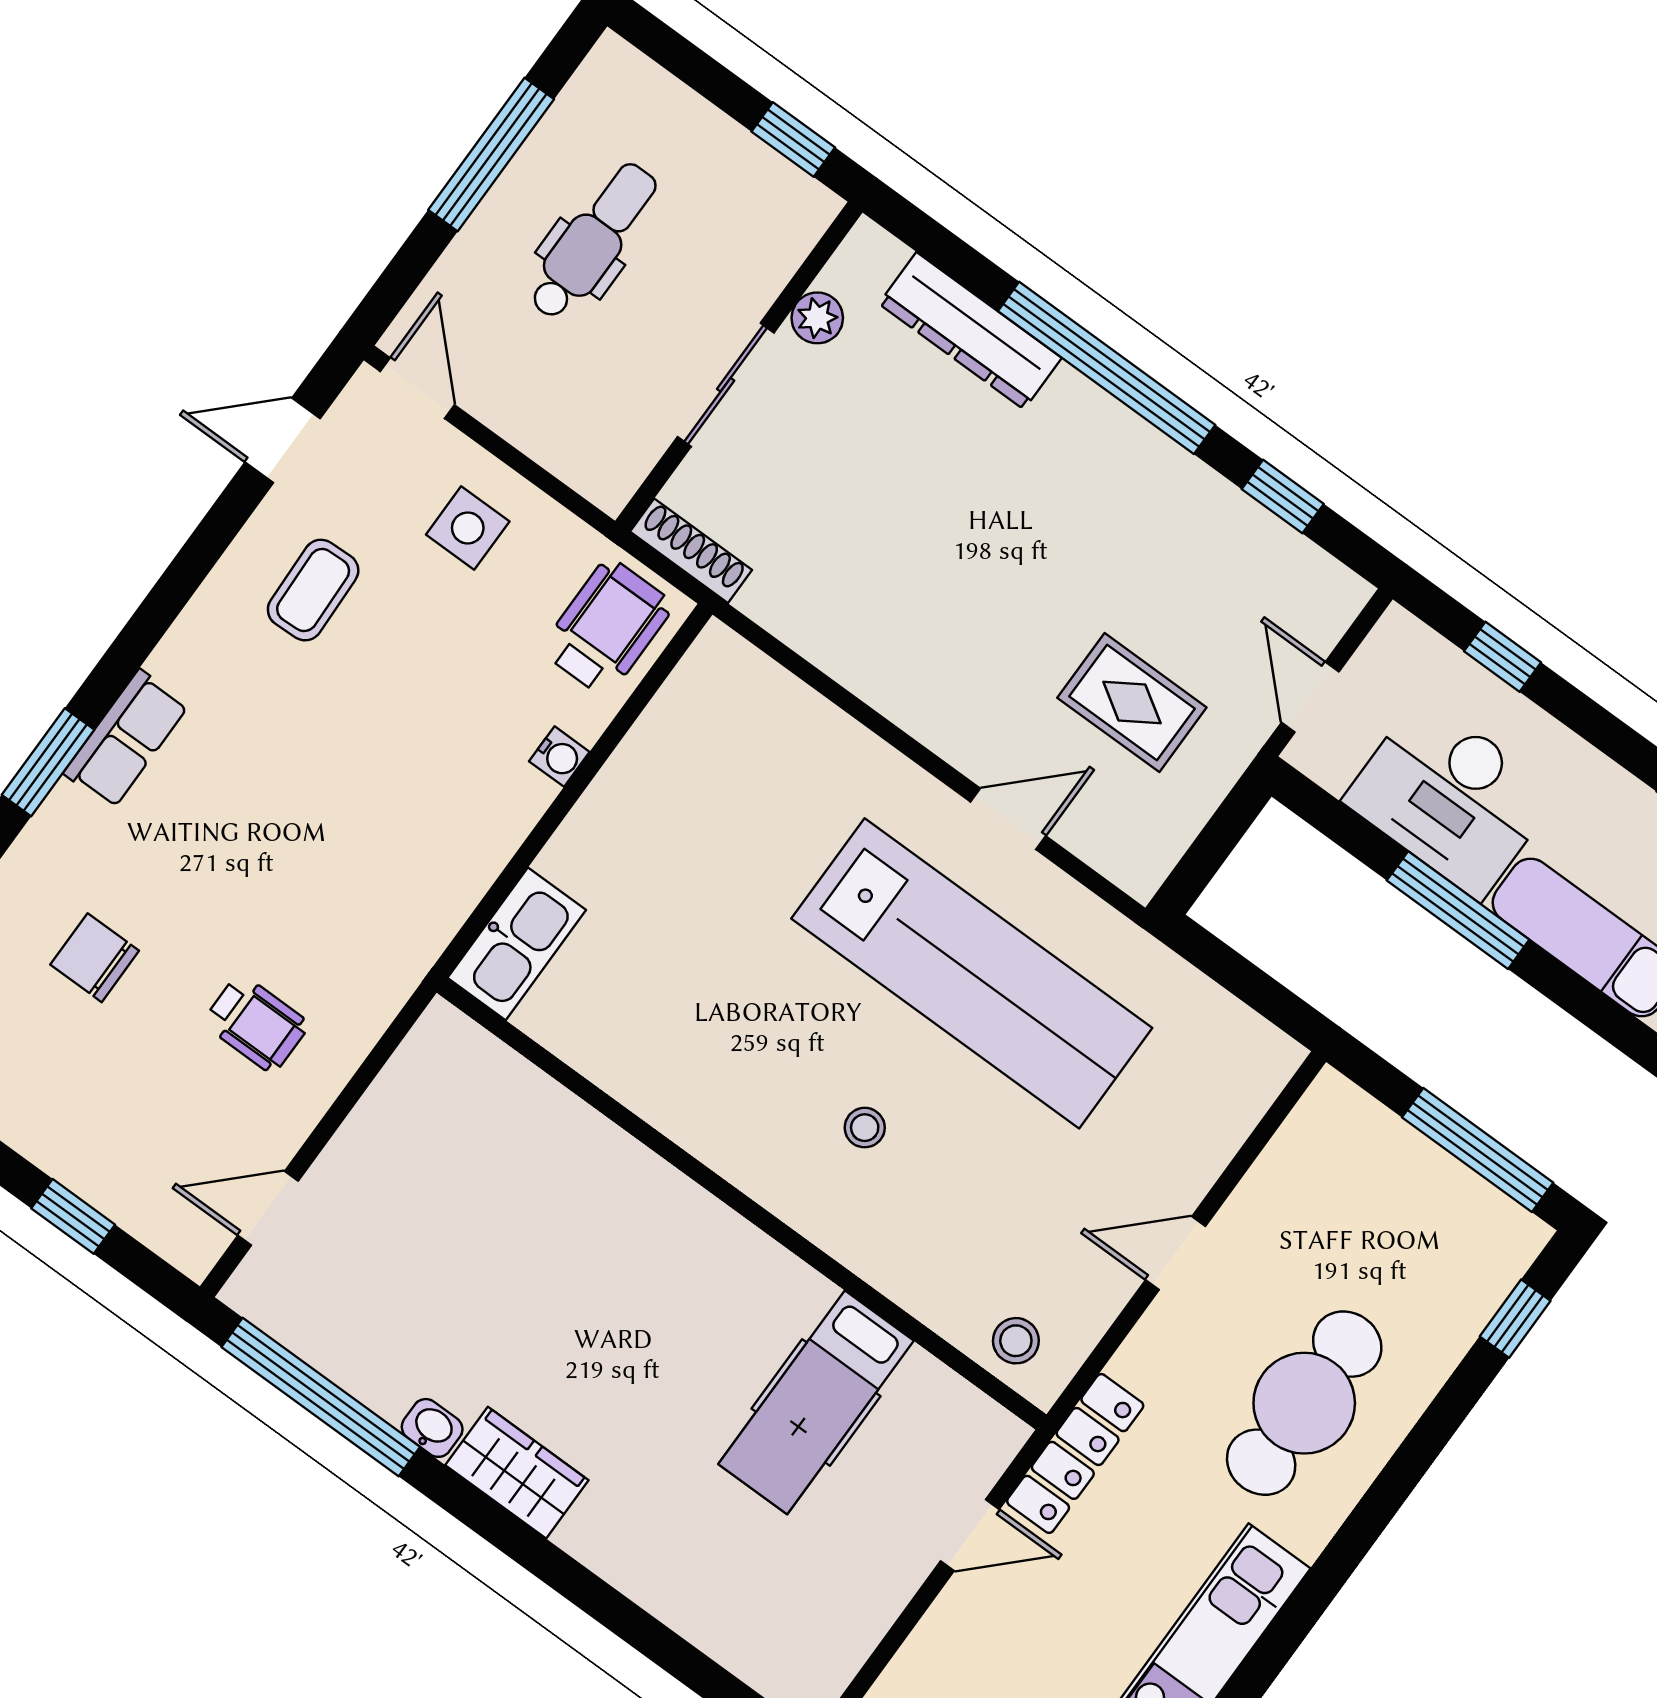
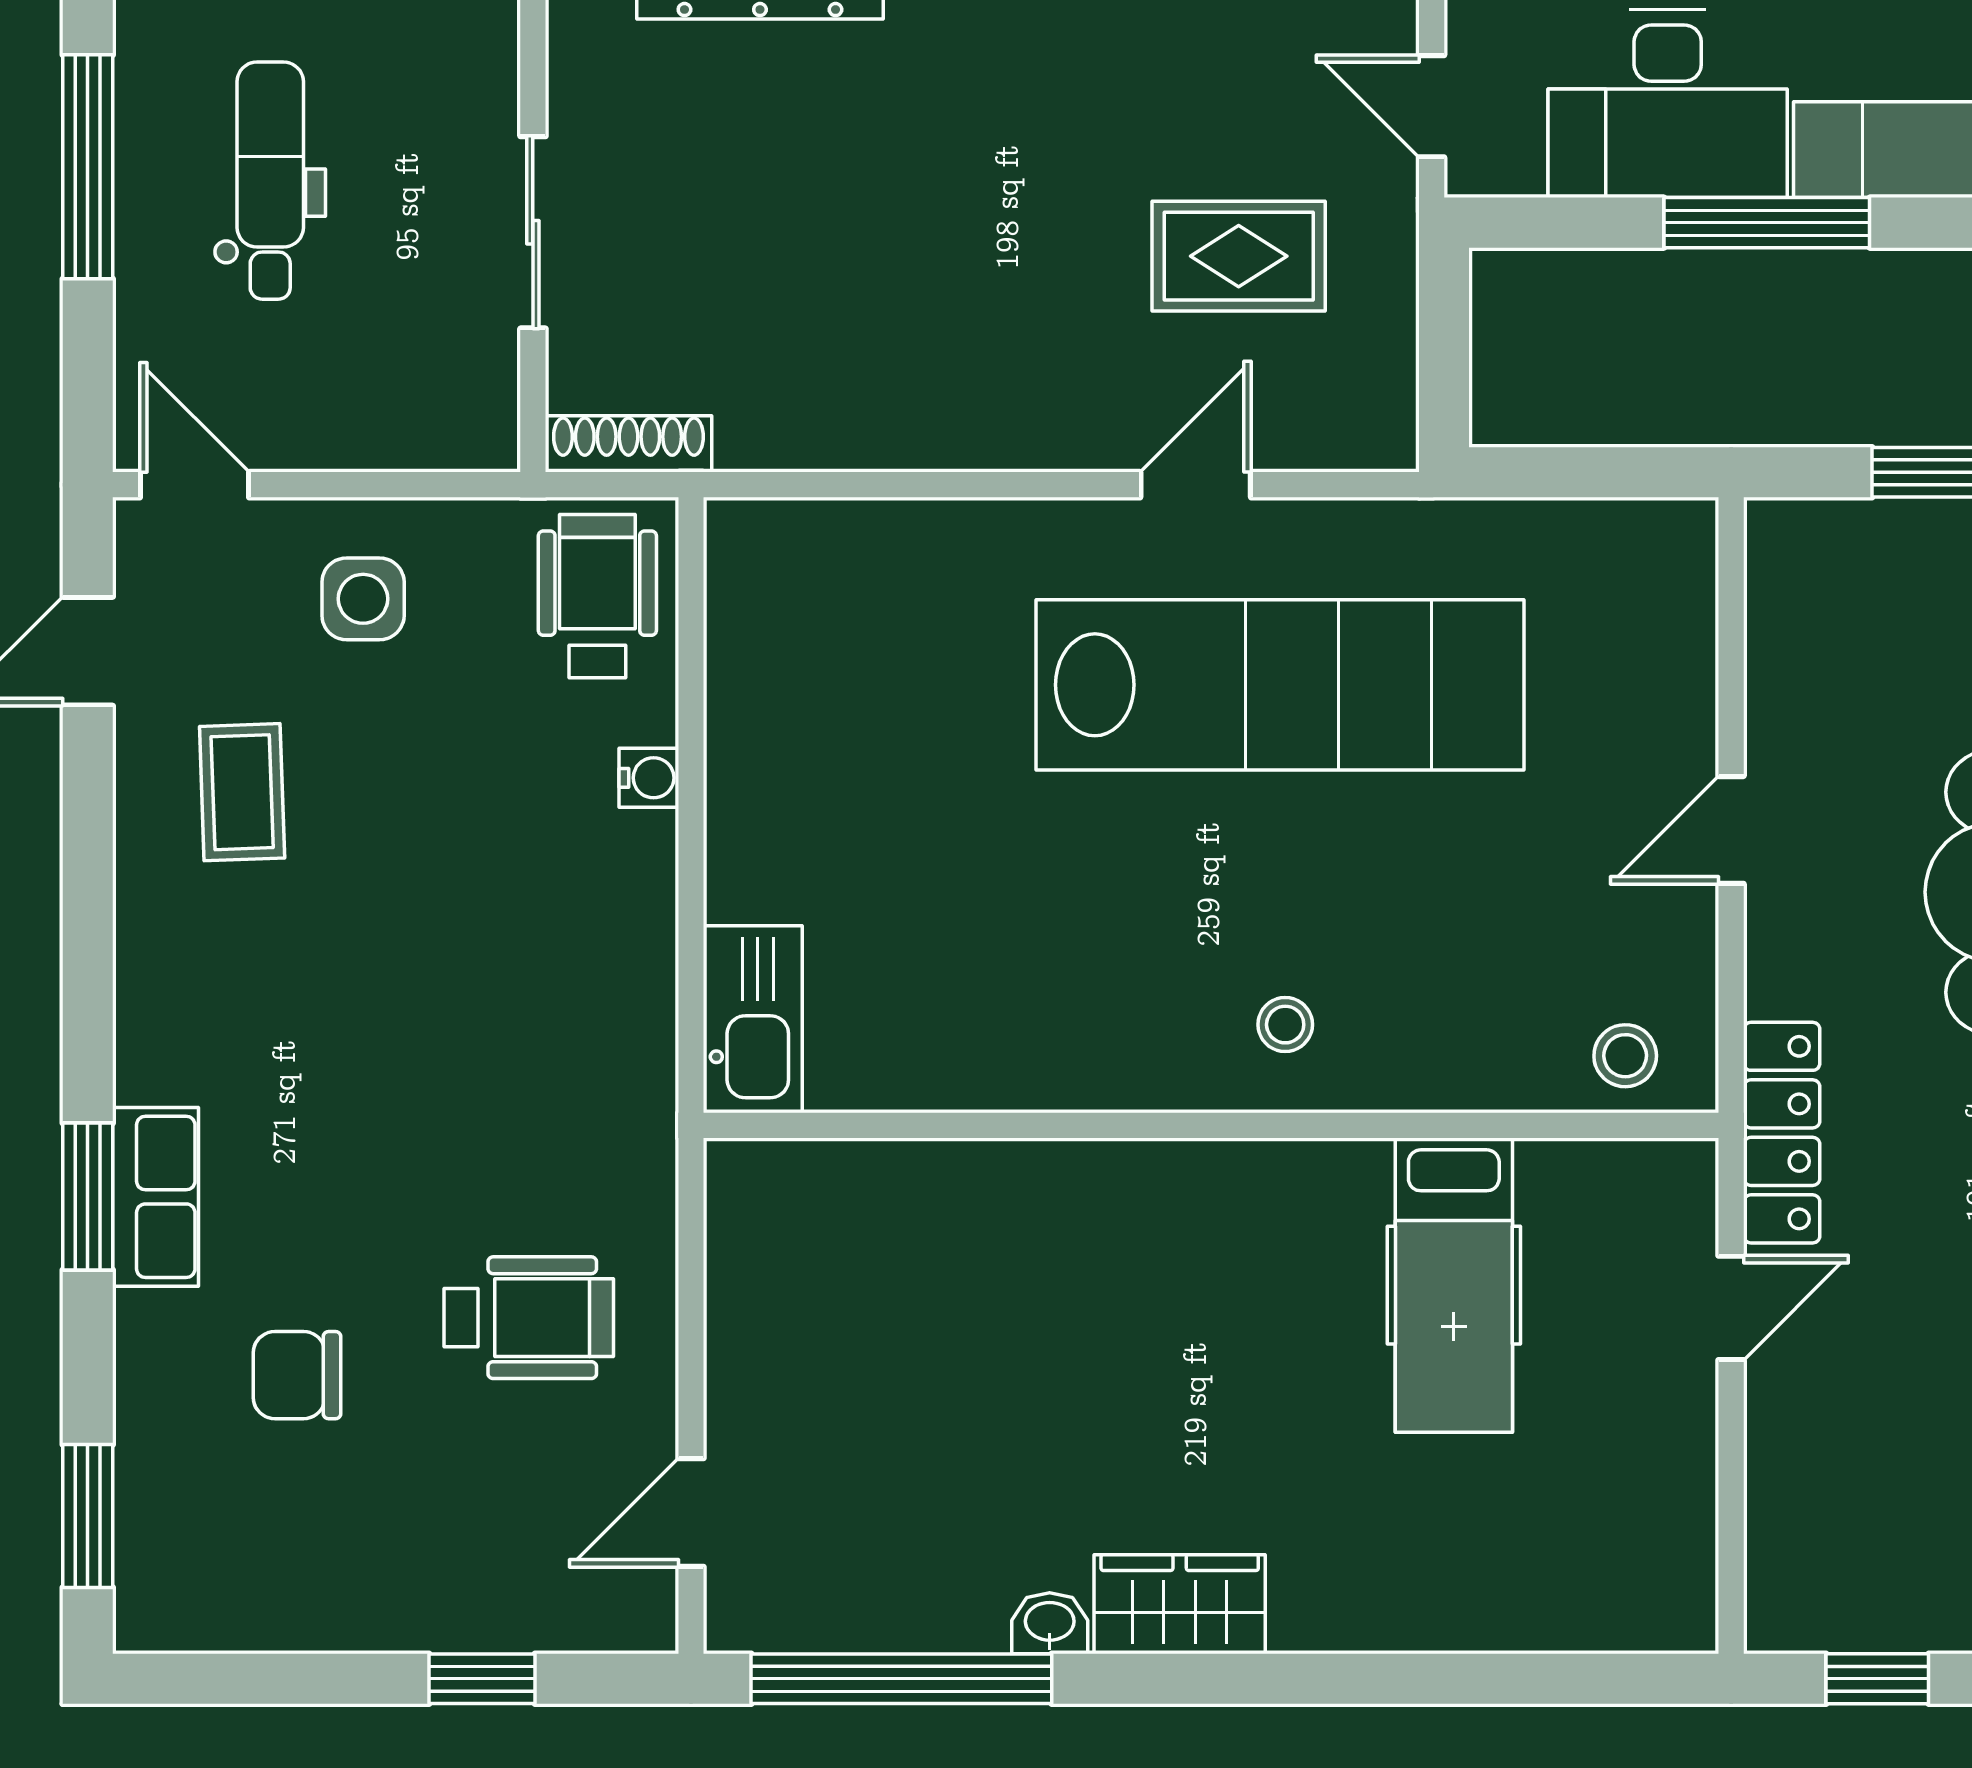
plant: (817, 318) -> (580, 84), removed
row of seats: (126, 739) -> (156, 1197), moved
wheelchair: (256, 1023) -> (529, 1318), width x1.36, depth x1.37
stool: (865, 1128) -> (1285, 1025), moved

